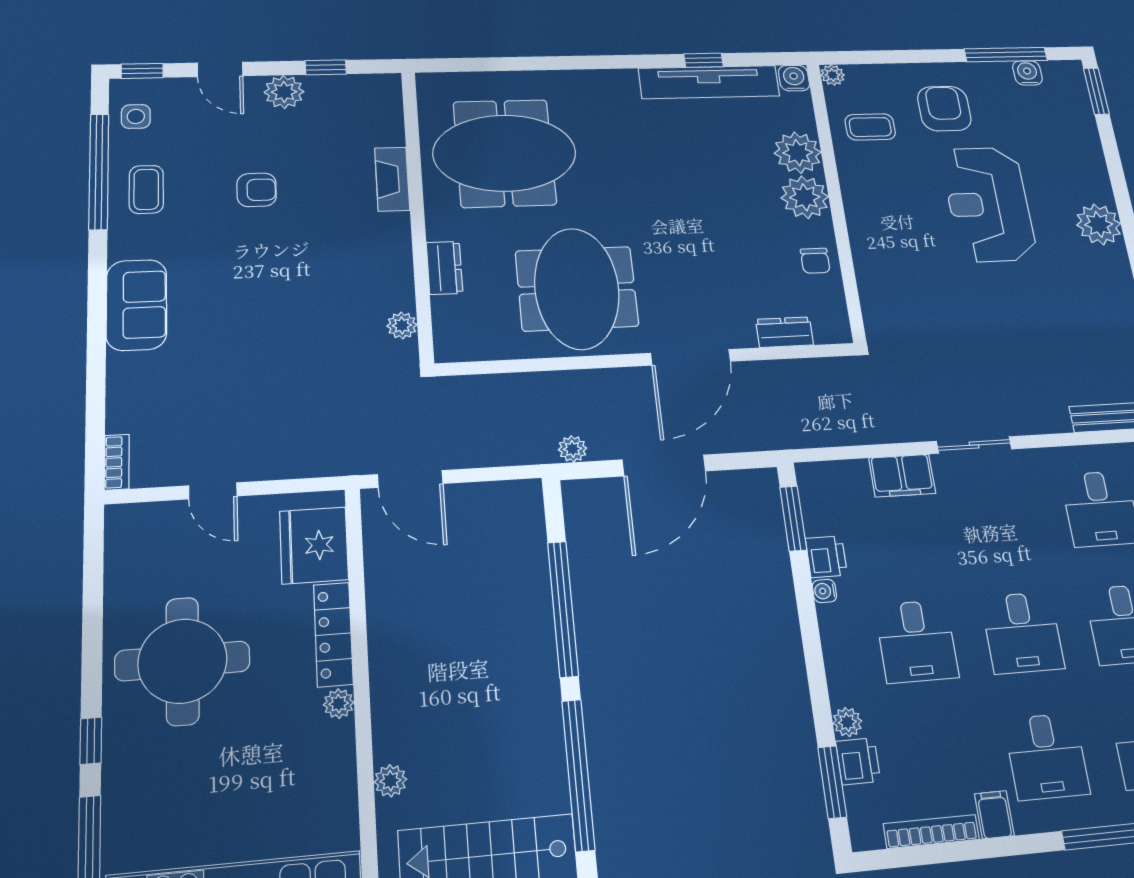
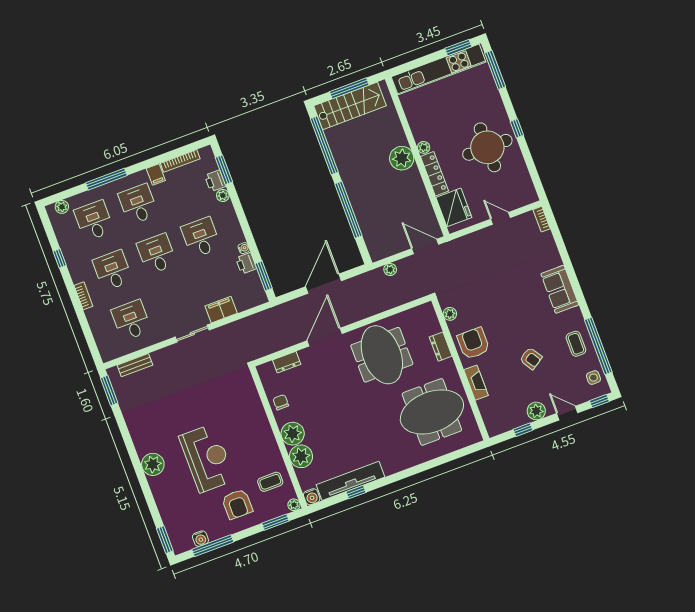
window: (876, 57) -> (275, 522), added
armchair: (257, 190) -> (531, 358), turned -123
armchair: (371, 254) -> (473, 343), added
plant: (572, 449) -> (390, 270), moved
window: (91, 741) -> (517, 128), moved
plant: (390, 781) -> (402, 158), moved, width x1.87, depth x1.87

